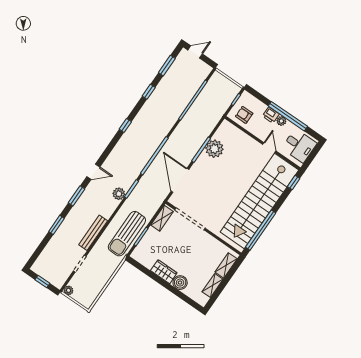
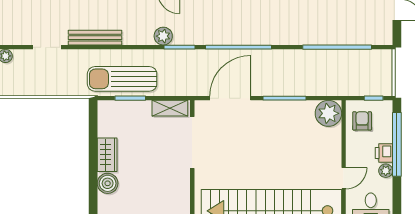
window: (288, 116) -> (397, 144), moved
plant: (214, 149) -> (328, 113), moved

